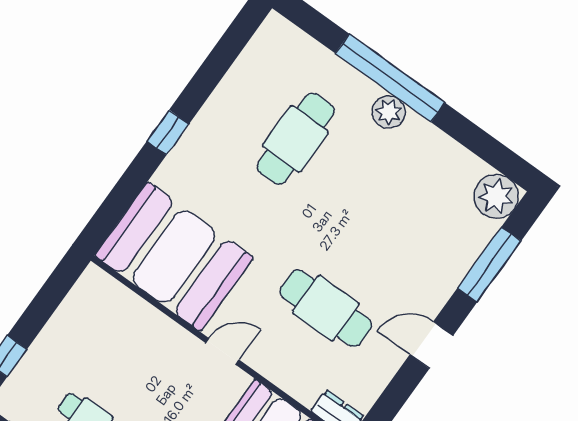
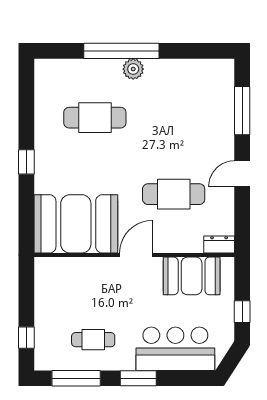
cafe table: (295, 139) -> (95, 118), turned 90
plant: (496, 196) -> (220, 73), removed
door: (222, 351) -> (136, 255), width x1.38

